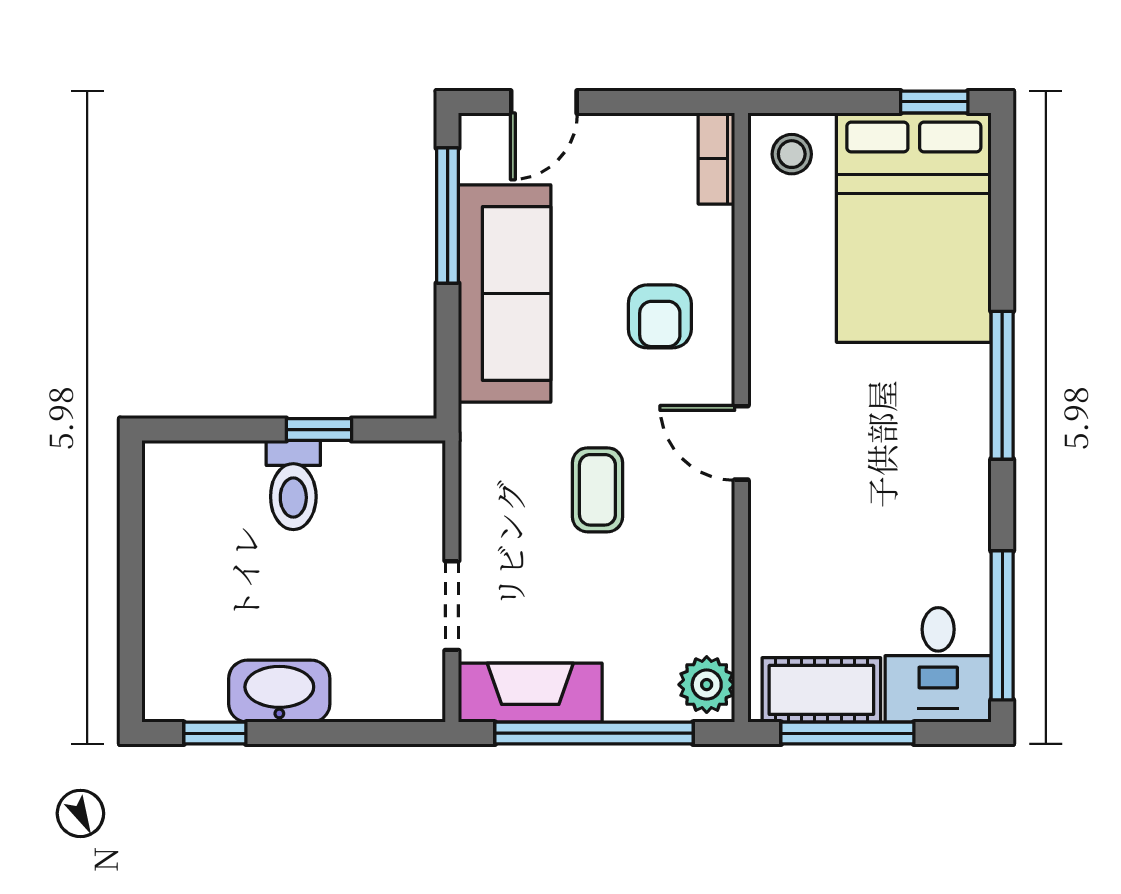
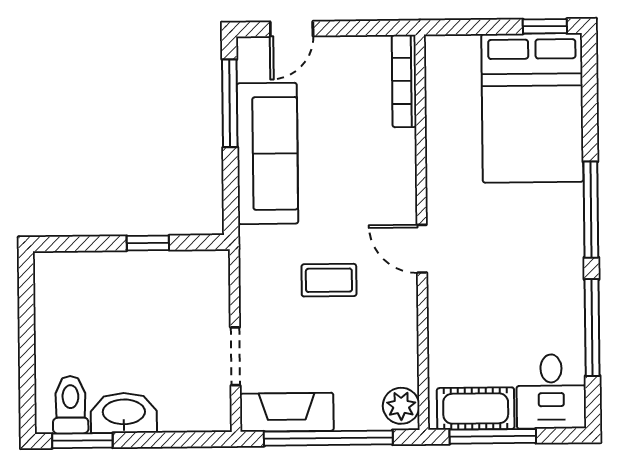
stool: (792, 154) -> (453, 61), removed
bookcase: (716, 158) -> (404, 81), width x1.56
armchair: (660, 316) -> (368, 167), removed
toilet: (293, 485) -> (70, 405), moved, turned 180
coffee table: (597, 490) -> (329, 280), turned 90
window: (1002, 625) -> (592, 328), moved
window: (215, 733) -> (82, 441), width x1.50

